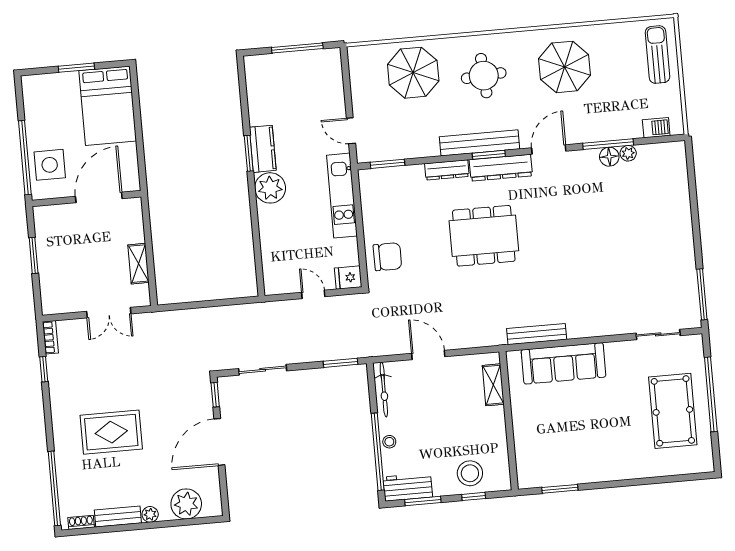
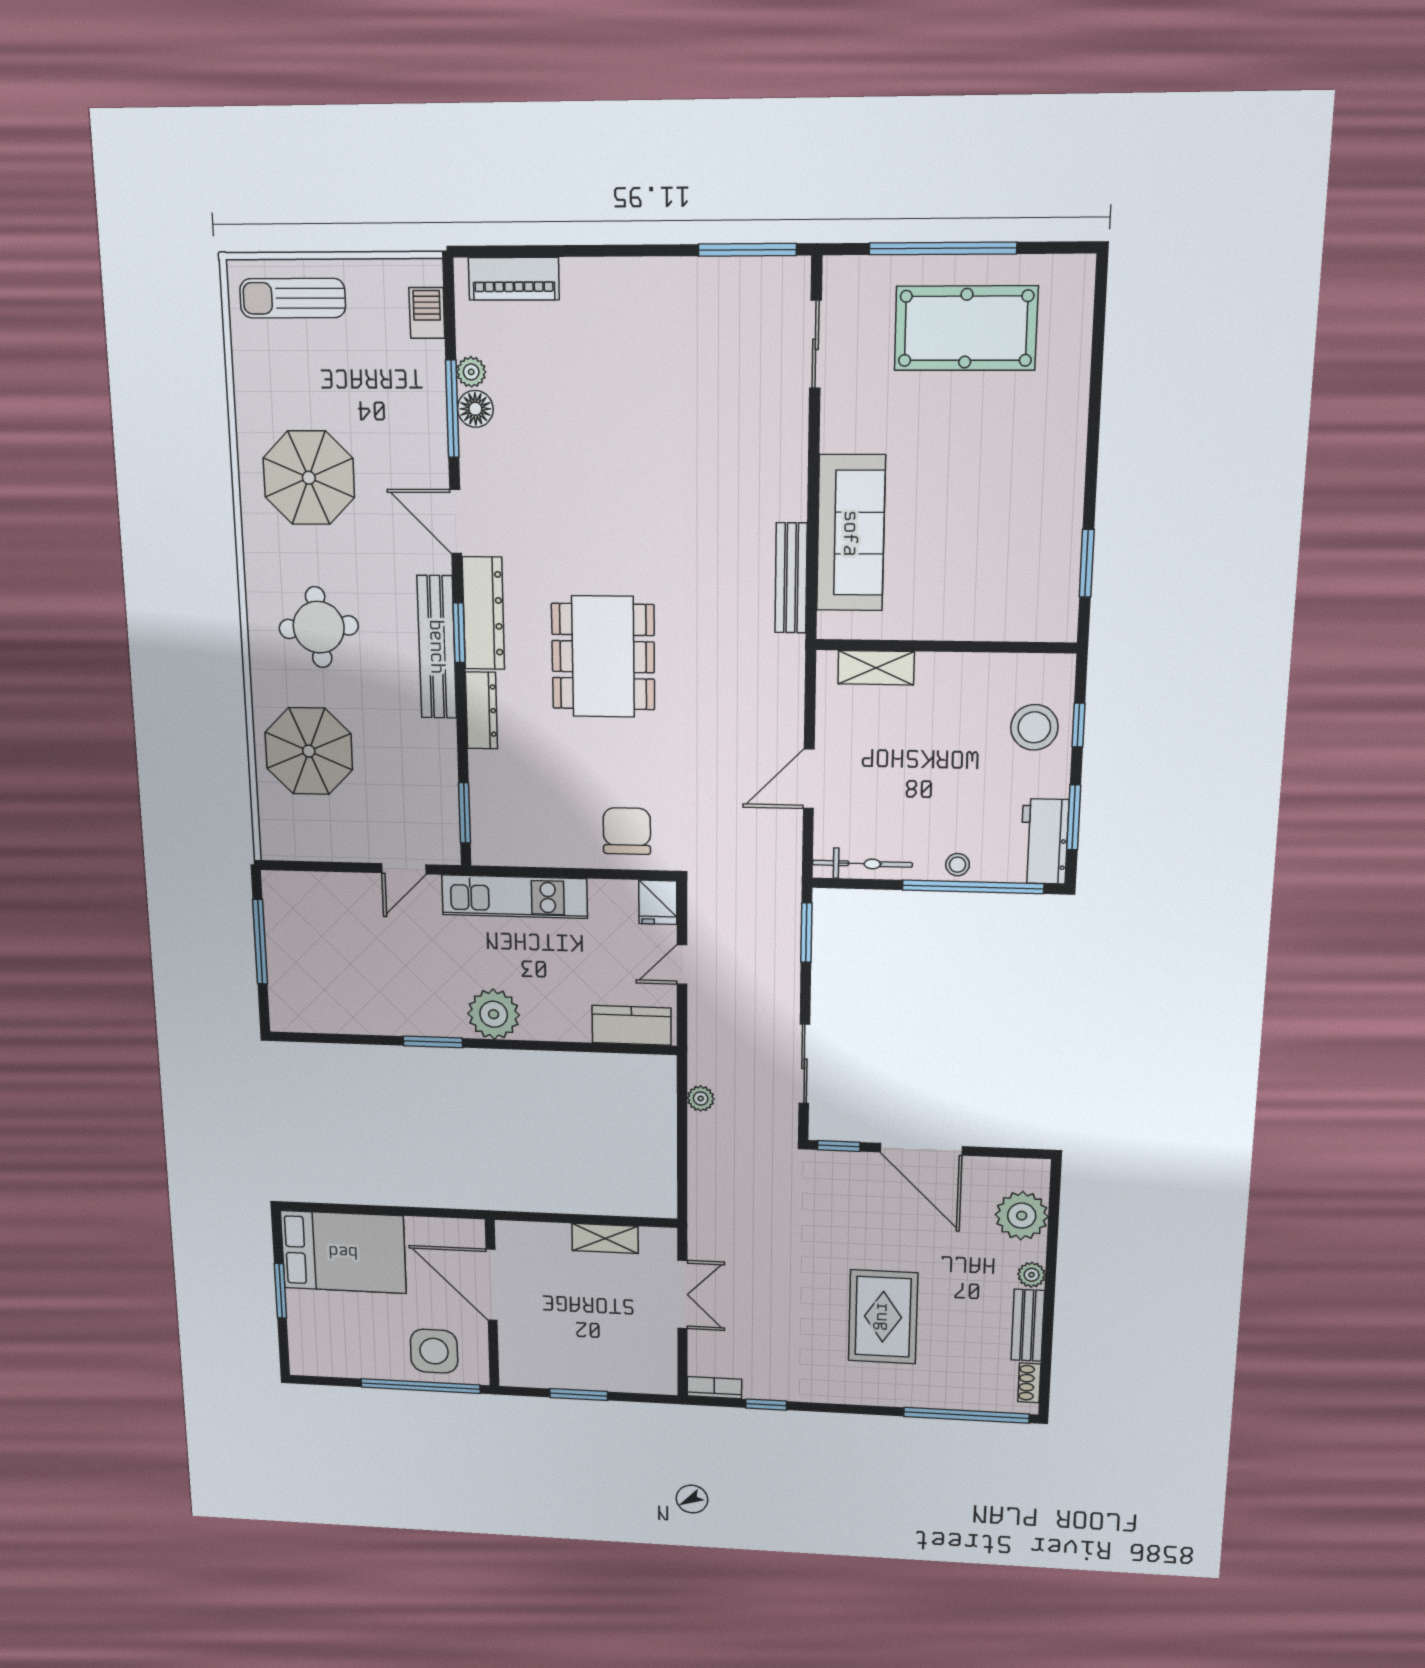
kitchen counter: (263, 149) -> (632, 1025), moved
piano: (677, 173) -> (514, 279), added
plant: (234, 312) -> (701, 1098), added

